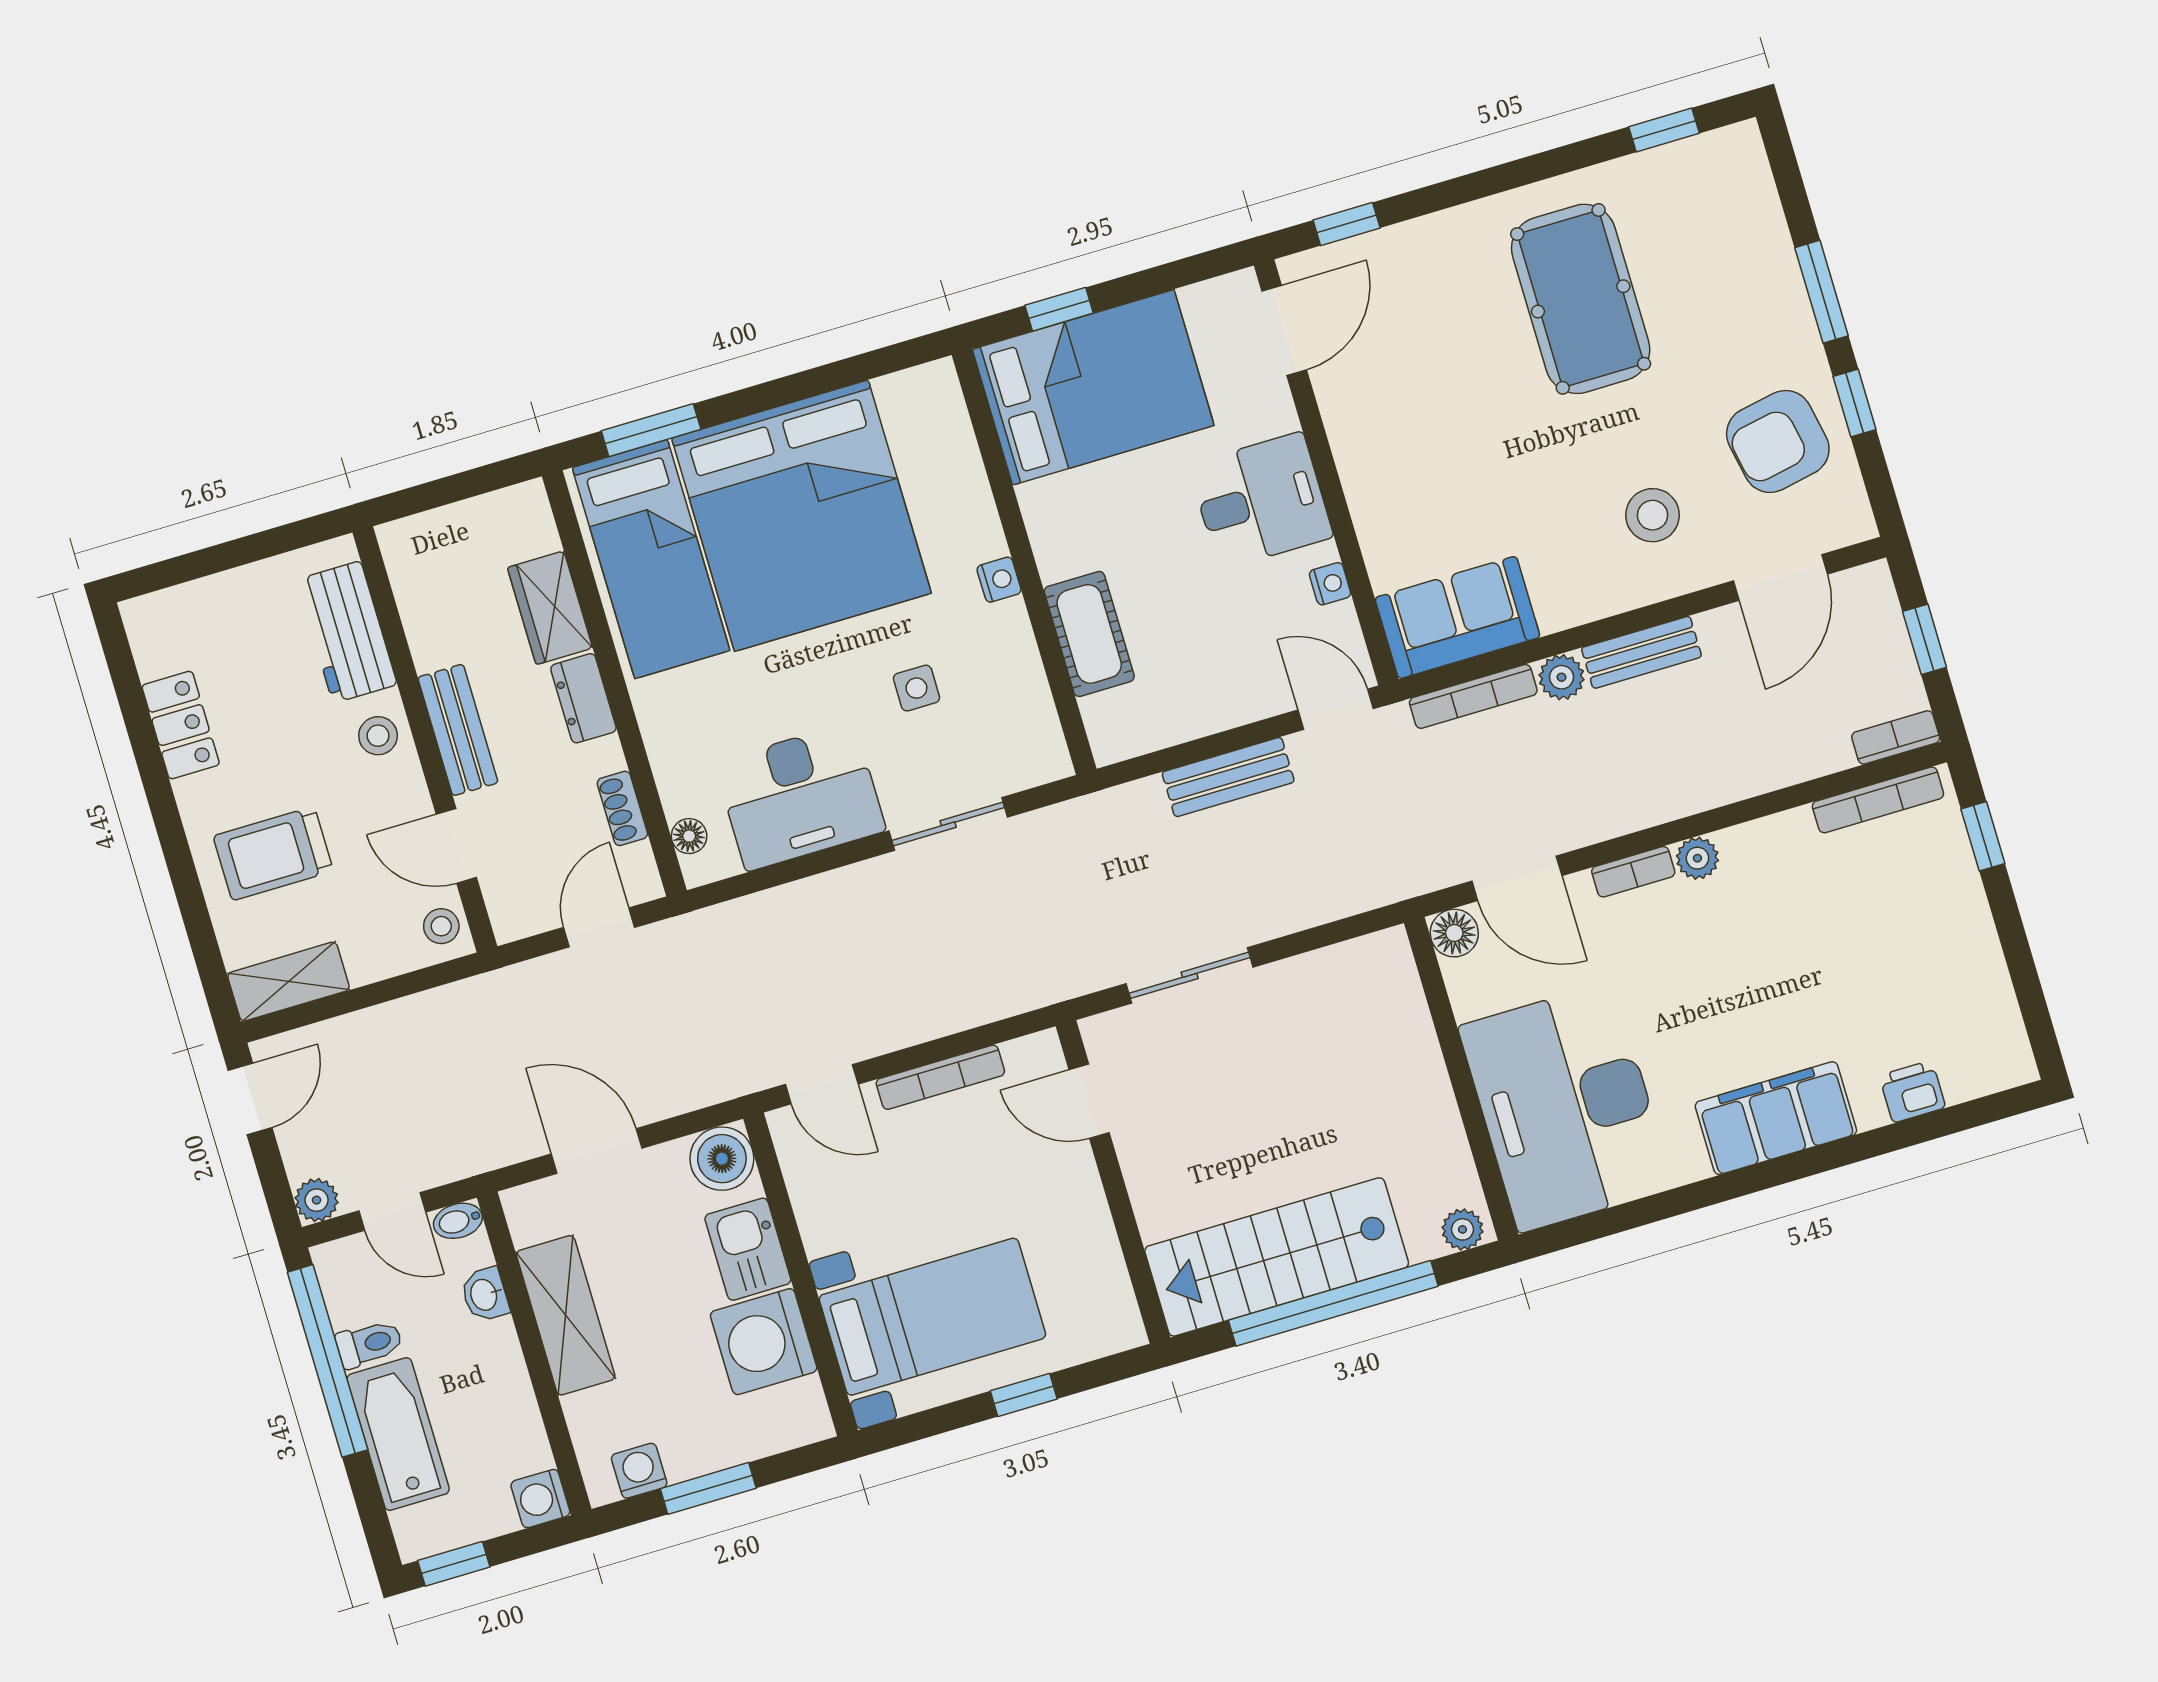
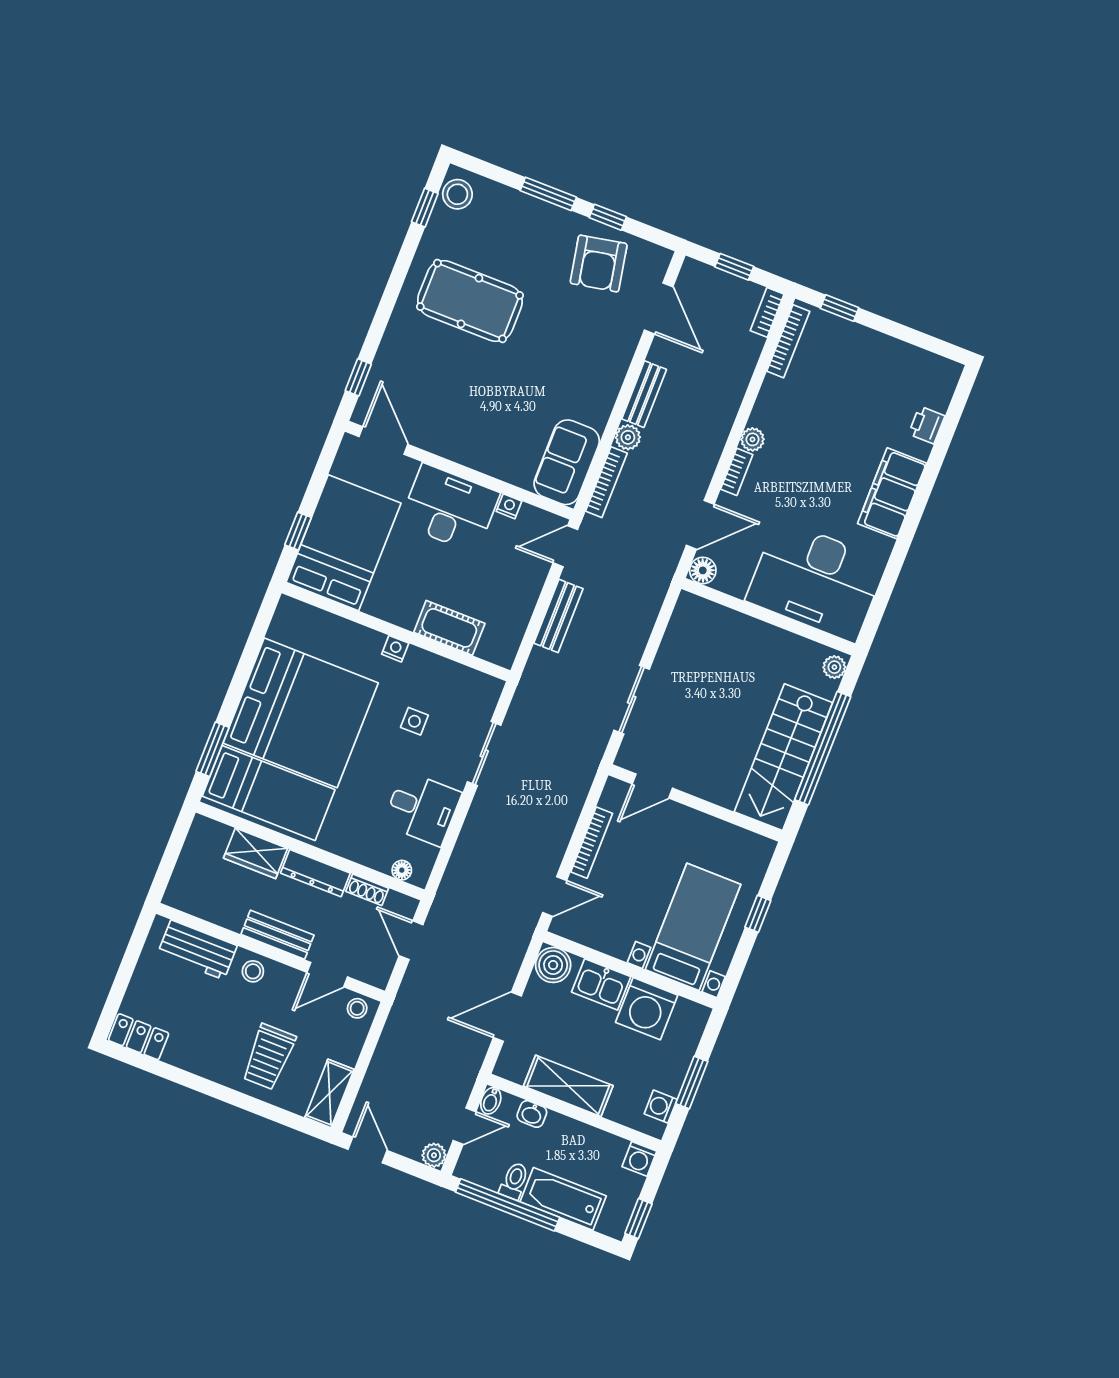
desk: (1261, 501) -> (450, 508), width x1.37
stool: (1653, 515) -> (457, 194), moved
dresser: (583, 698) -> (315, 873), width x1.44
locker: (181, 725) -> (139, 1037), moved
desk: (800, 796) -> (422, 808), width x0.73

